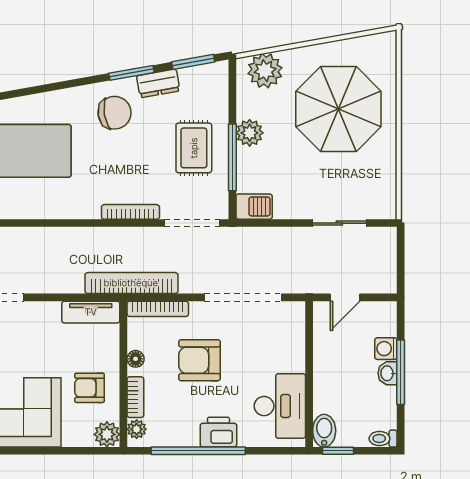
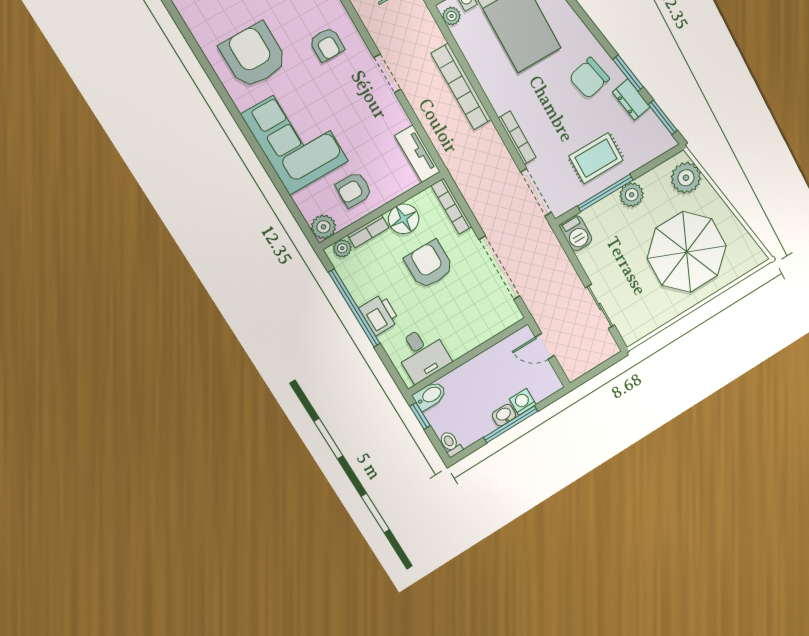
chair: (115, 113) -> (589, 78), turned 86
bookcase: (131, 283) -> (461, 87), moved, turned 180
floor lamp: (136, 359) -> (404, 219), width x1.89, depth x1.89
armchair: (90, 388) -> (354, 190), turned -89
desk: (280, 406) -> (422, 354), width x0.73

